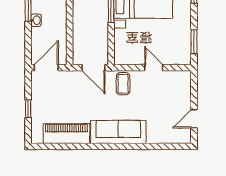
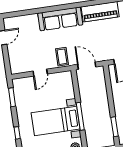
door: (154, 68) -> (40, 73), hinge flipped

